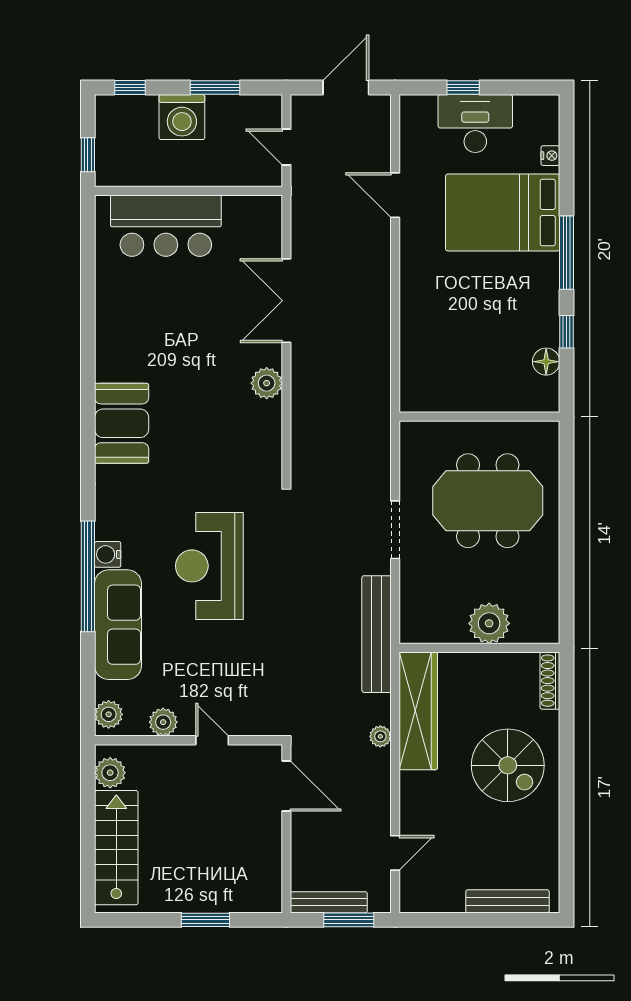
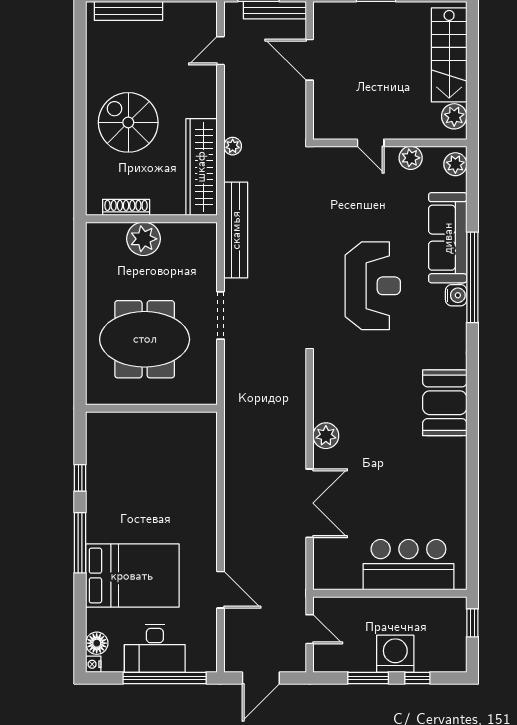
window: (130, 88) -> (417, 678), moved
window: (463, 88) -> (165, 678), width x3.17
nightstand: (550, 156) -> (93, 664), moved
floor lamp: (546, 362) -> (97, 643), moved
shoe rack: (550, 681) -> (126, 207), moved, turned -90
door: (286, 786) -> (310, 60), moved

